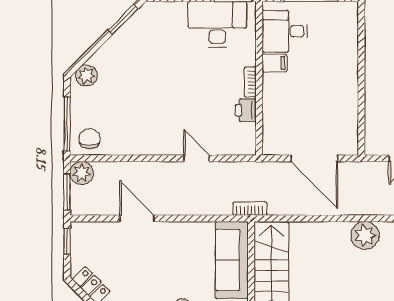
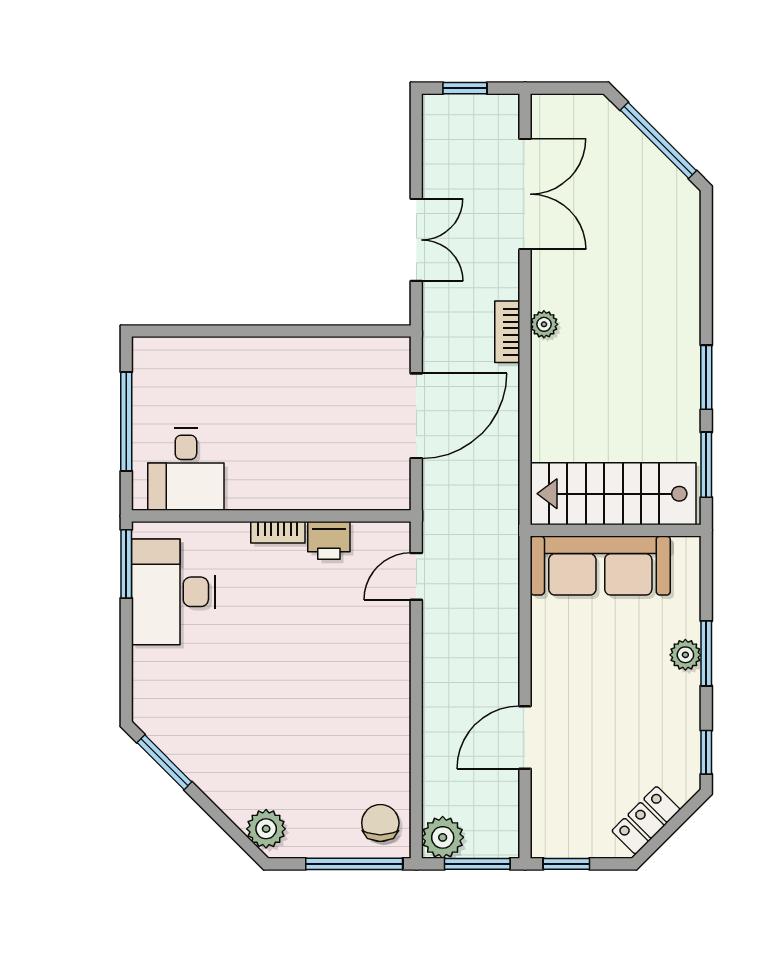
filing cabinet: (274, 63) -> (243, 488), removed
chair: (90, 139) -> (380, 823), turned 90
door: (196, 158) -> (416, 576), moved
bookcase: (250, 209) -> (507, 332), moved
plant: (365, 236) -> (544, 324), width x0.53, depth x0.53

